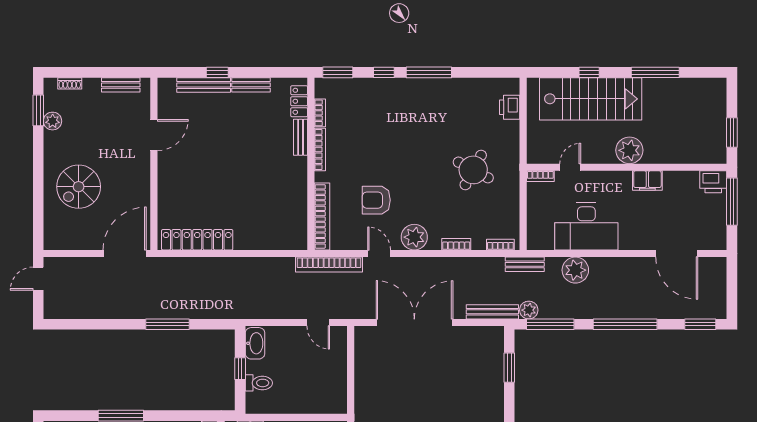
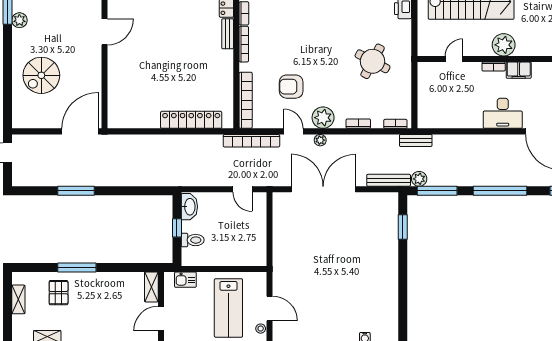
bookcase: (540, 176) -> (494, 67), moved
desk: (586, 226) -> (503, 113), moved, width x0.73, depth x0.77
locker: (197, 240) -> (191, 120), moved
plant: (575, 270) -> (320, 140), moved, width x0.53, depth x0.53
window: (167, 324) -> (76, 191), moved

